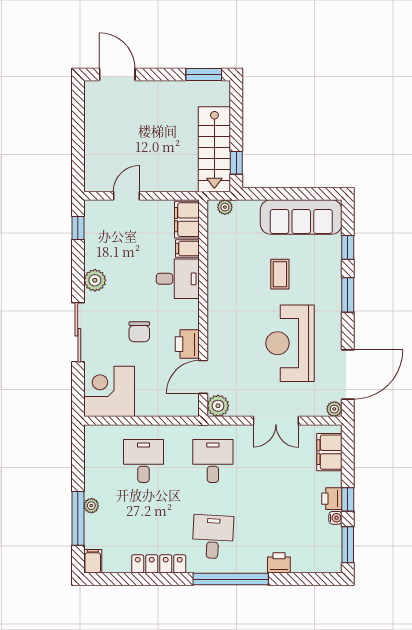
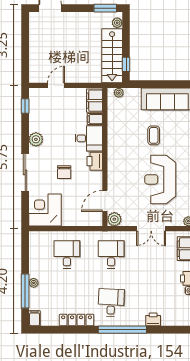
plant: (222, 97) -> (117, 23), added
printer: (187, 344) -> (95, 161), moved

